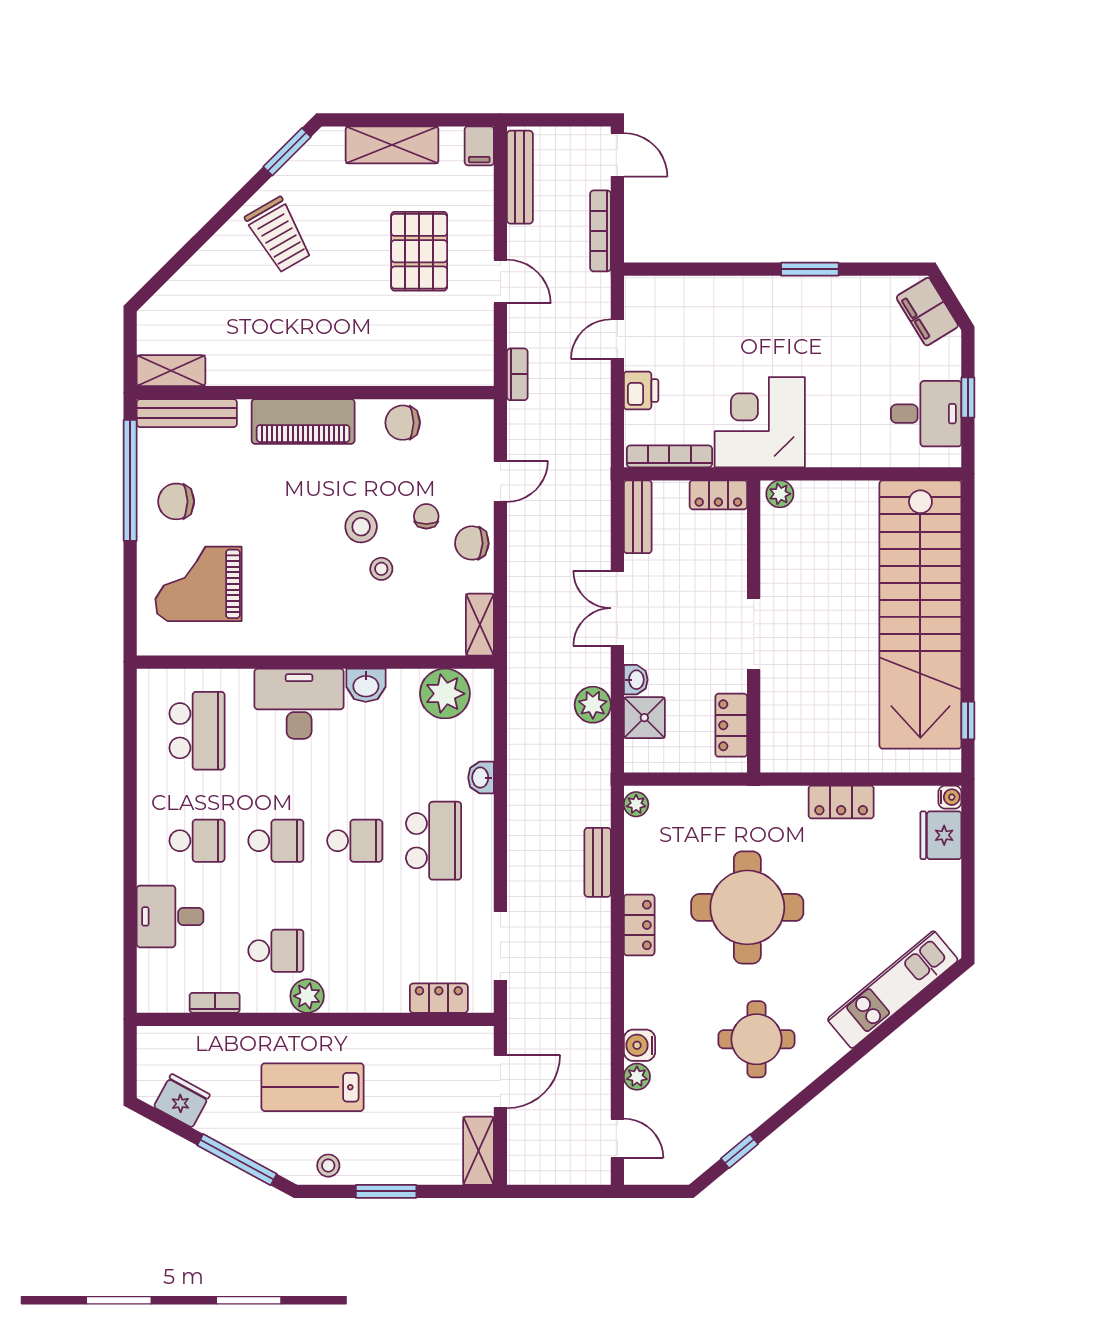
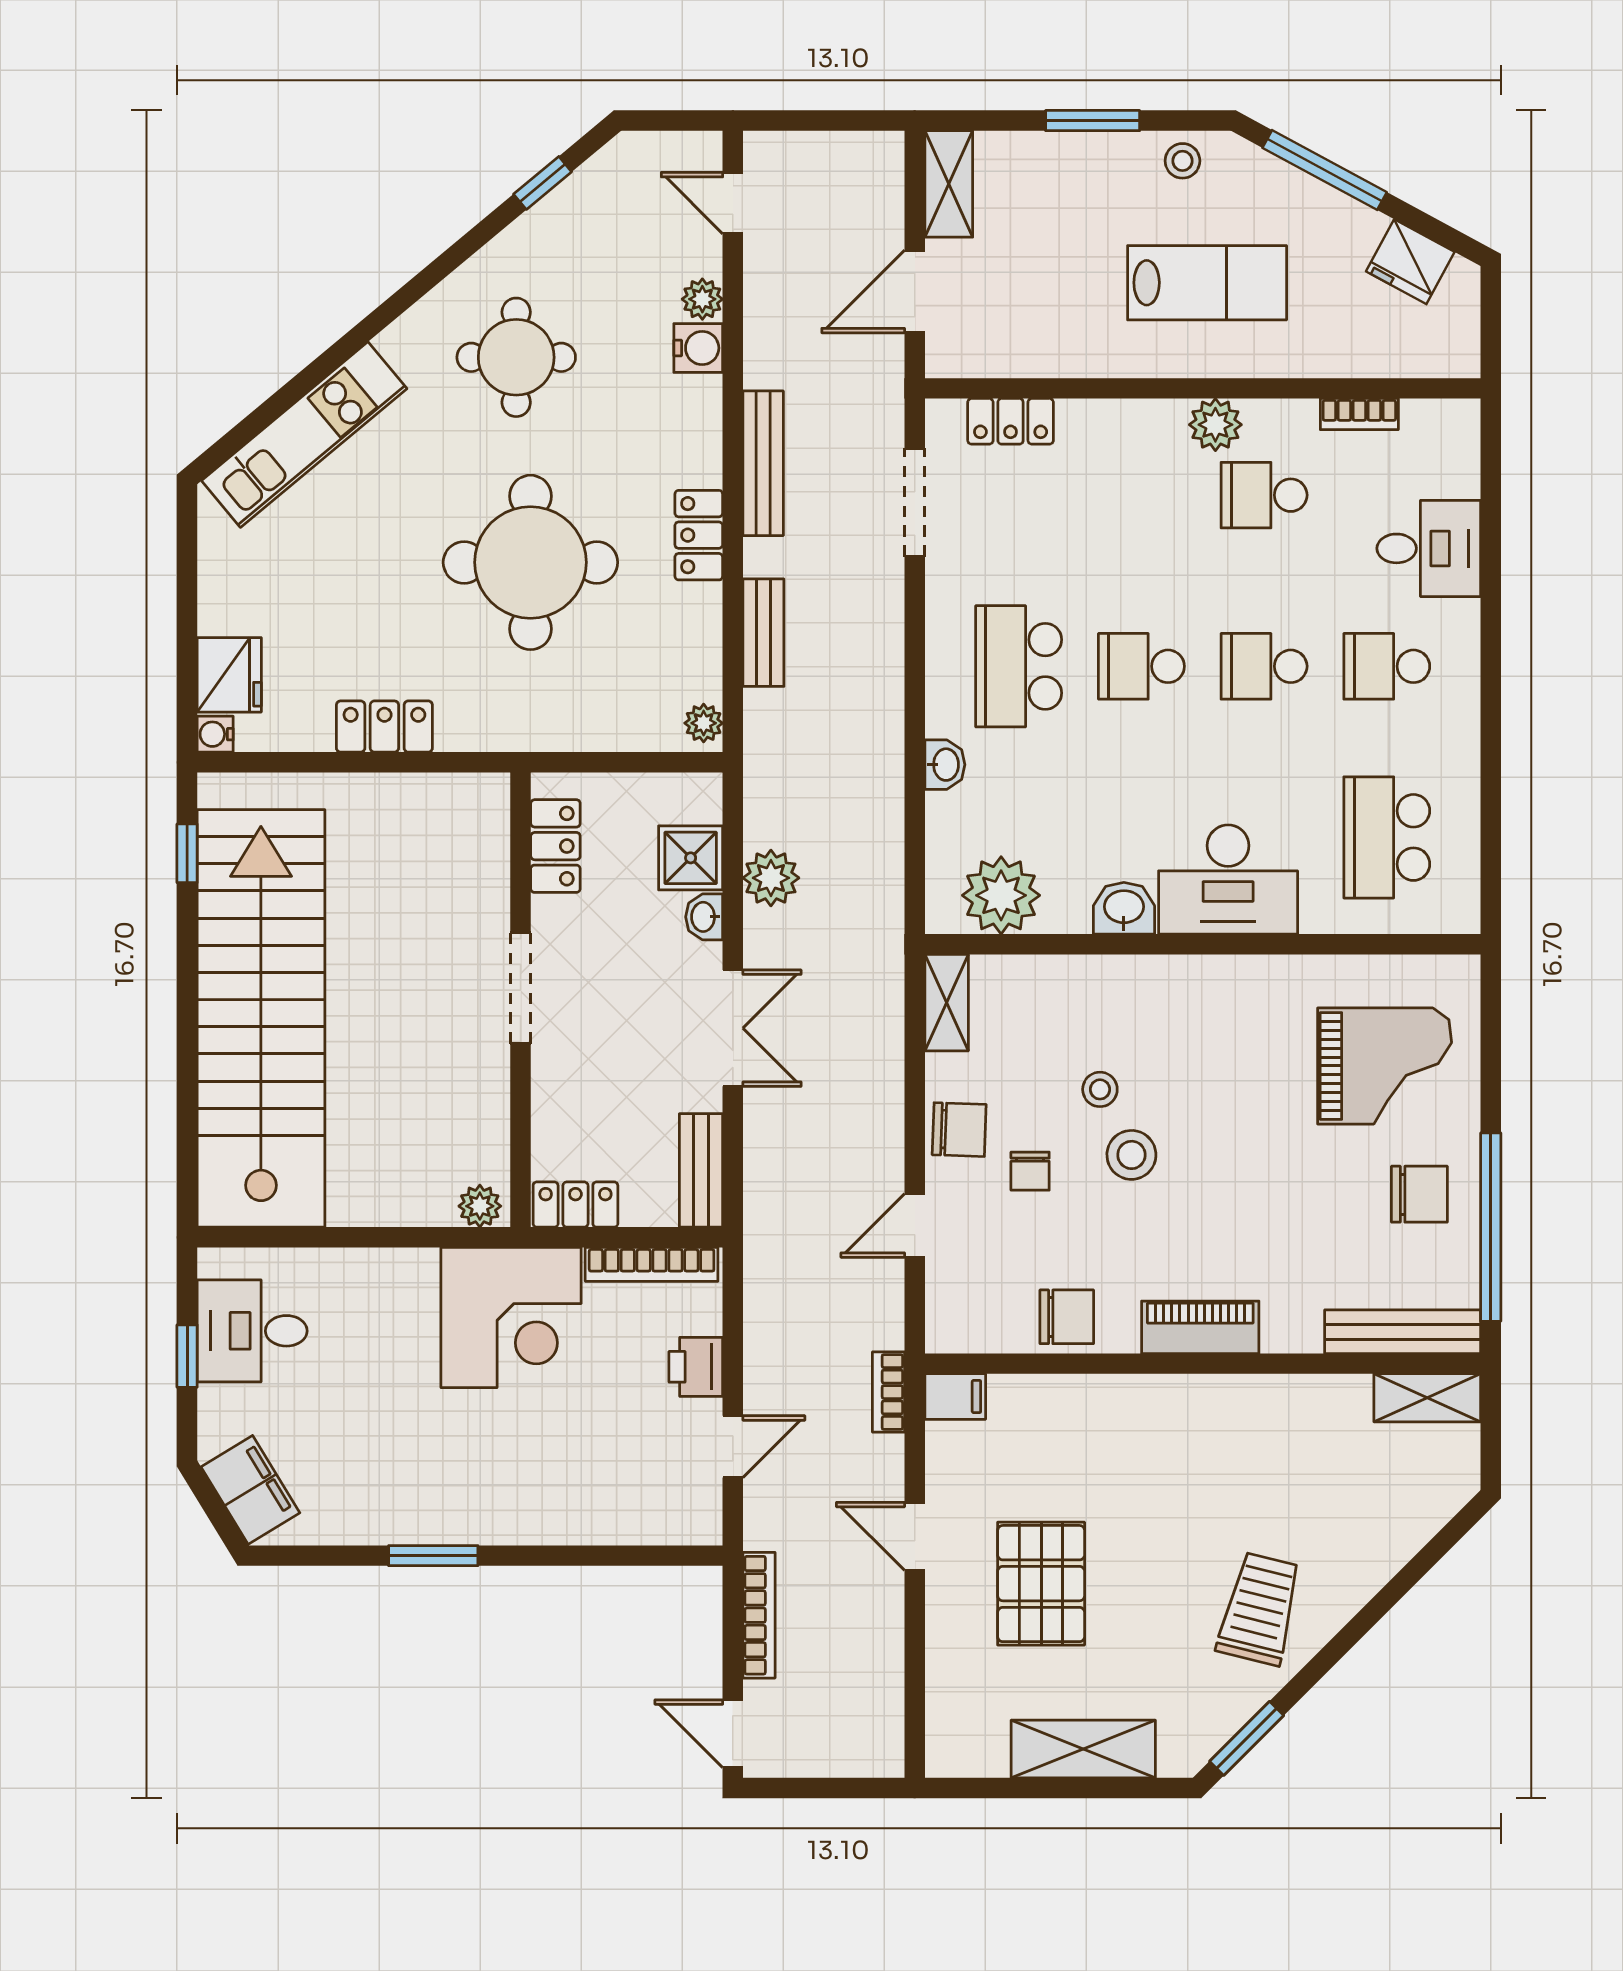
filing cabinet: (479, 146) -> (955, 1397), moved, turned 90
bench: (520, 177) -> (763, 463), moved
trolley: (279, 235) -> (1260, 1609), turned 44
piano: (303, 421) -> (1200, 1327), width x0.73, depth x0.75

